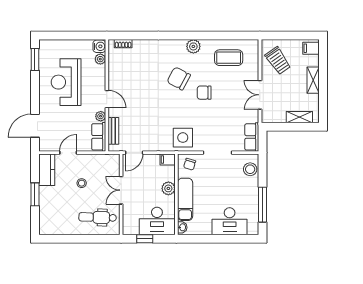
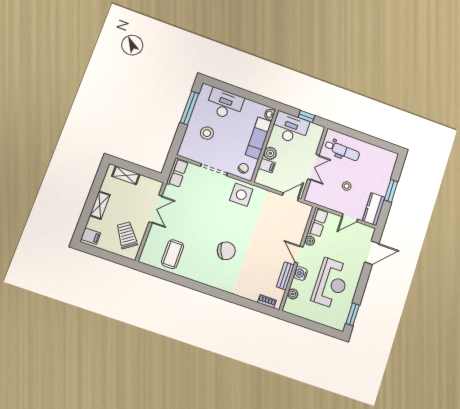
water cooler: (99, 46) -> (300, 273), moved
plant: (193, 46) -> (202, 276), removed
coffee table: (229, 58) -> (173, 254), turned 90
chair: (179, 78) -> (226, 251), turned -49
chair: (204, 93) -> (207, 229), removed
bench: (113, 131) -> (285, 276), moved
filing cabinet: (168, 159) -> (267, 166), moved
stool: (250, 169) -> (207, 133), moved

